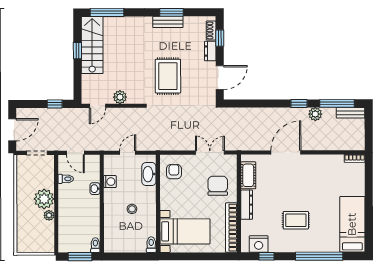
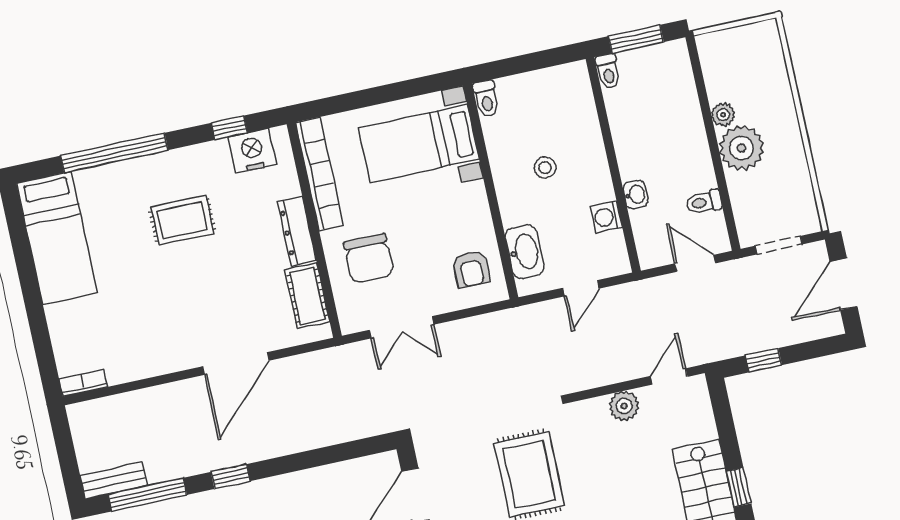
plant: (315, 114) -> (190, 461), removed

